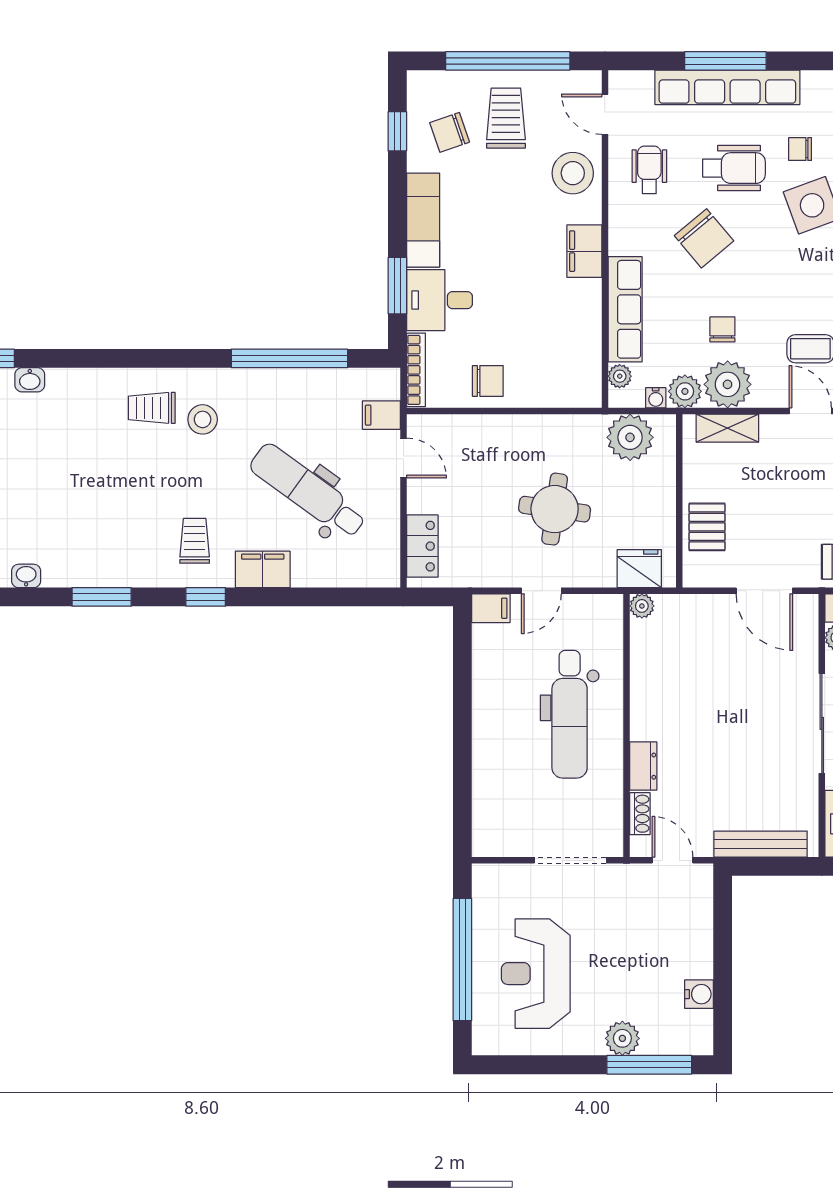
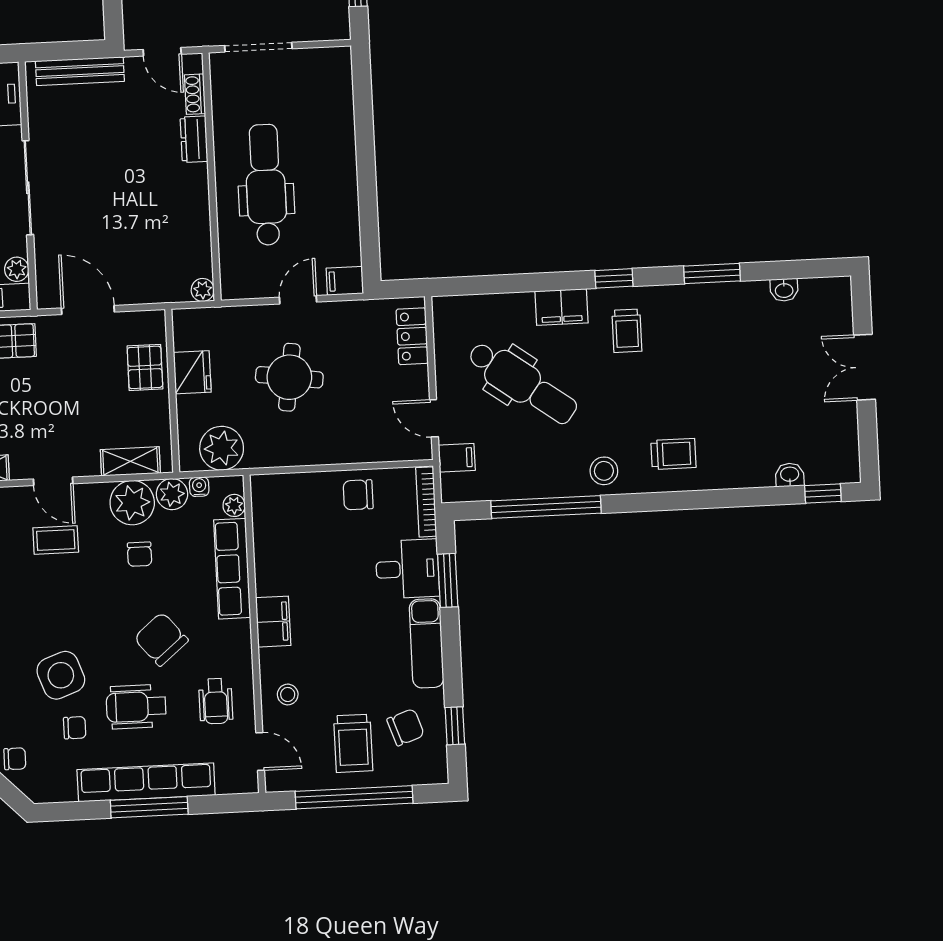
stool: (573, 173) -> (288, 695), width x0.53, depth x0.53
stool: (203, 419) -> (604, 471), moved
fridge: (639, 569) -> (192, 372), moved, turned -90

